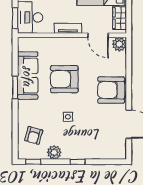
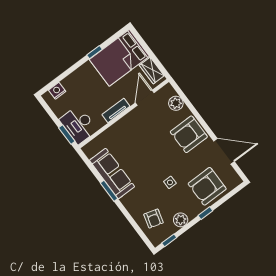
door: (98, 35) -> (145, 98), swing flipped
plant: (119, 44) -> (176, 103), moved
armchair: (64, 79) -> (207, 186), moved

